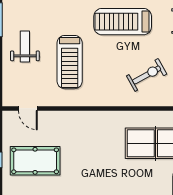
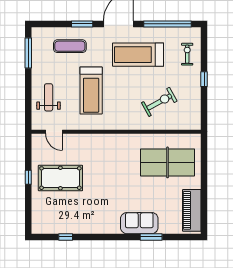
exercise mat: (46, 12) -> (70, 46), added
weight bench: (25, 46) -> (49, 97), moved

